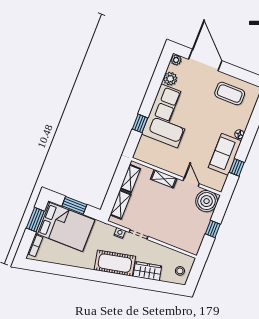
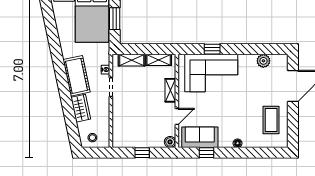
plant: (176, 60) -> (283, 59), removed
corner sofa: (169, 116) -> (211, 73), moved
sofa: (225, 154) -> (200, 137), moved
boiler: (207, 201) -> (170, 142), width x0.54, depth x0.54

